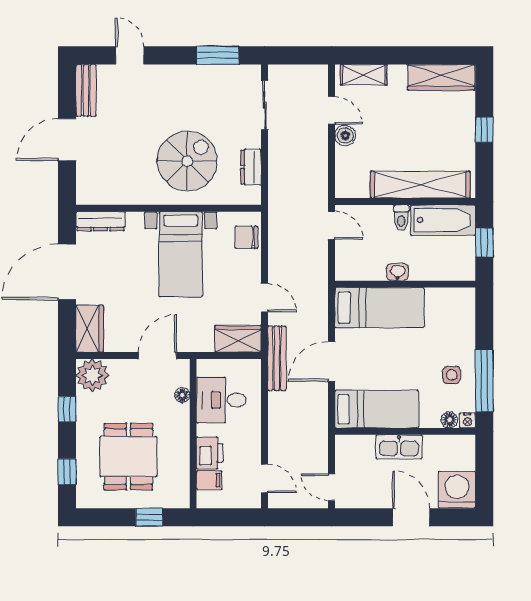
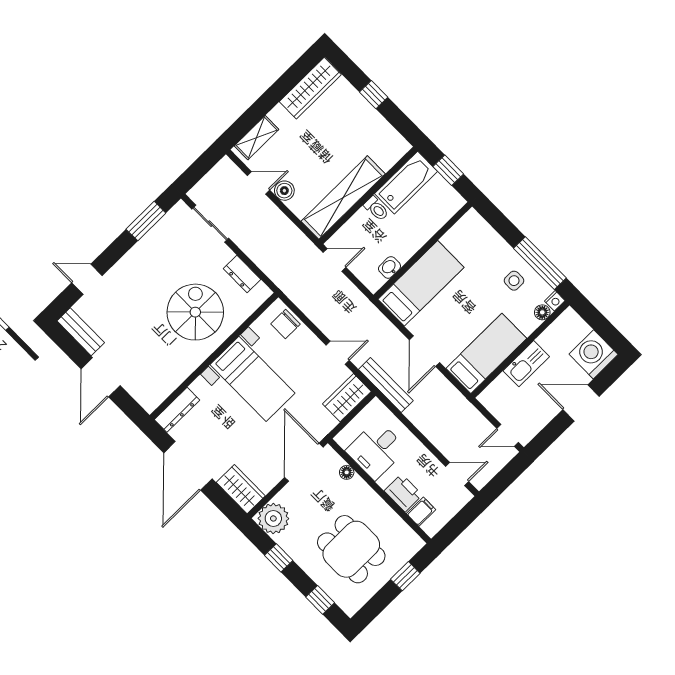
shelving: (420, 185) -> (343, 198), moved
washbasin: (398, 272) -> (390, 267), moved
door: (157, 356) -> (304, 462), width x1.36

